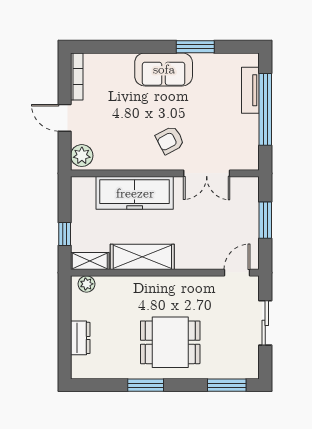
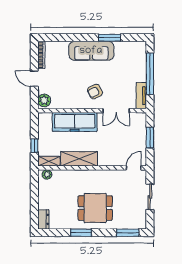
sofa: (164, 69) -> (91, 51), width x1.36
tv unit: (250, 90) -> (141, 96), moved
dresser: (80, 338) -> (43, 219), moved

